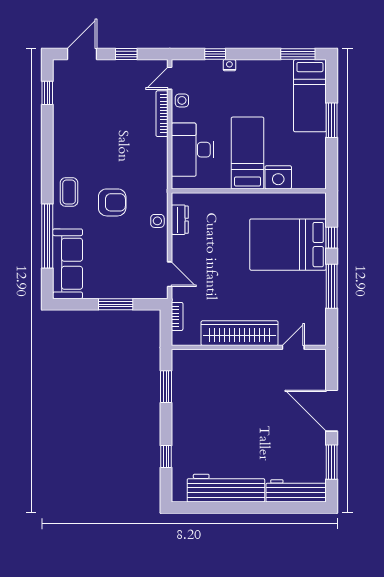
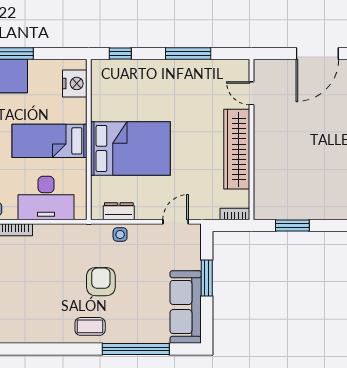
nightstand: (278, 177) -> (75, 83), moved
window: (332, 238) -> (120, 53), moved
bed: (288, 245) -> (130, 148), moved, turned -90
sofa: (68, 264) -> (186, 307), moved, turned -90
bookcase: (177, 316) -> (235, 214), moved

